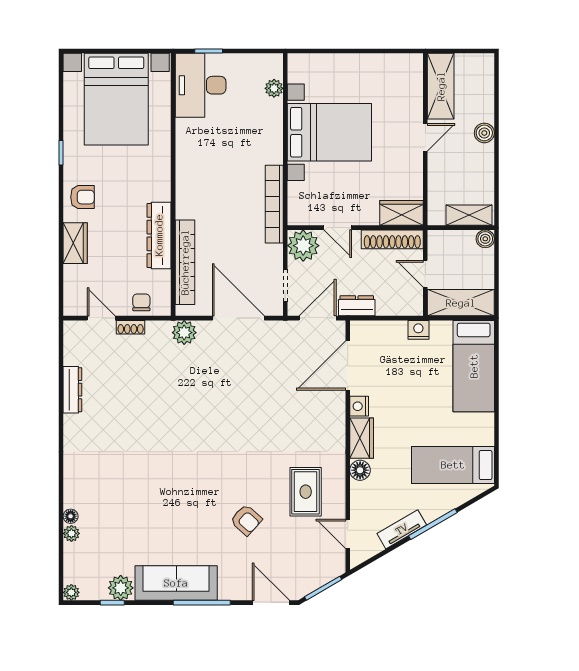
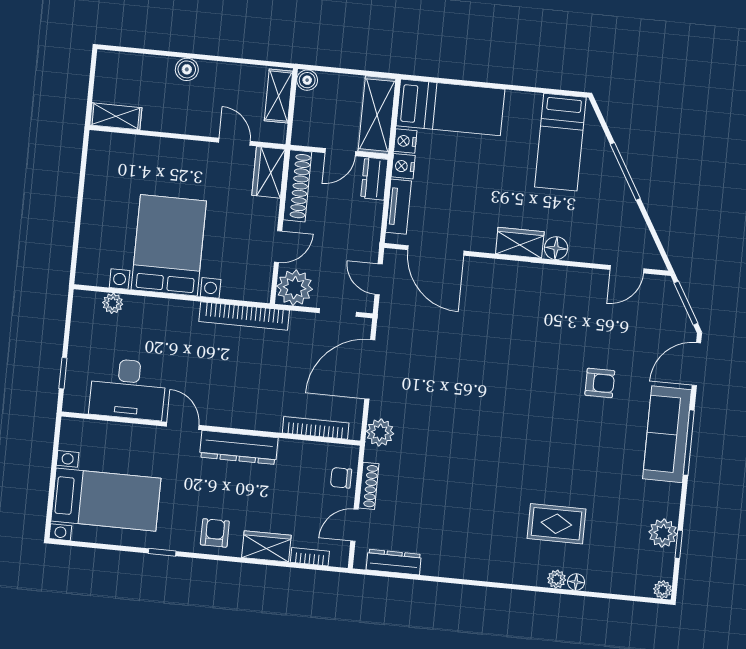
desk: (201, 85) -> (128, 389), moved
shelving: (441, 86) -> (116, 116), width x0.67, depth x0.75
bed with nightstands: (116, 99) -> (106, 500), width x0.73
door: (425, 137) -> (235, 142), moved
door: (173, 160) -> (183, 426), added
dresser: (159, 235) -> (239, 447), moved
bookcase: (185, 262) -> (316, 428), width x0.68, depth x0.76
bookcase: (70, 282) -> (310, 557), added
dresser: (357, 306) -> (374, 179), moved
door: (318, 318) -> (379, 279), width x0.73
shoe rack: (131, 327) -> (369, 486), width x1.43
dresser: (72, 390) -> (394, 562), moved
nightstand: (359, 406) -> (405, 141), moved, turned 90
rug: (306, 492) -> (556, 524), moved
armchair: (246, 520) -> (600, 383), turned 48
tv unit: (402, 529) -> (399, 207), moved, turned -150
plant: (71, 533) -> (557, 579), moved
sofa: (176, 583) -> (667, 434), moved

